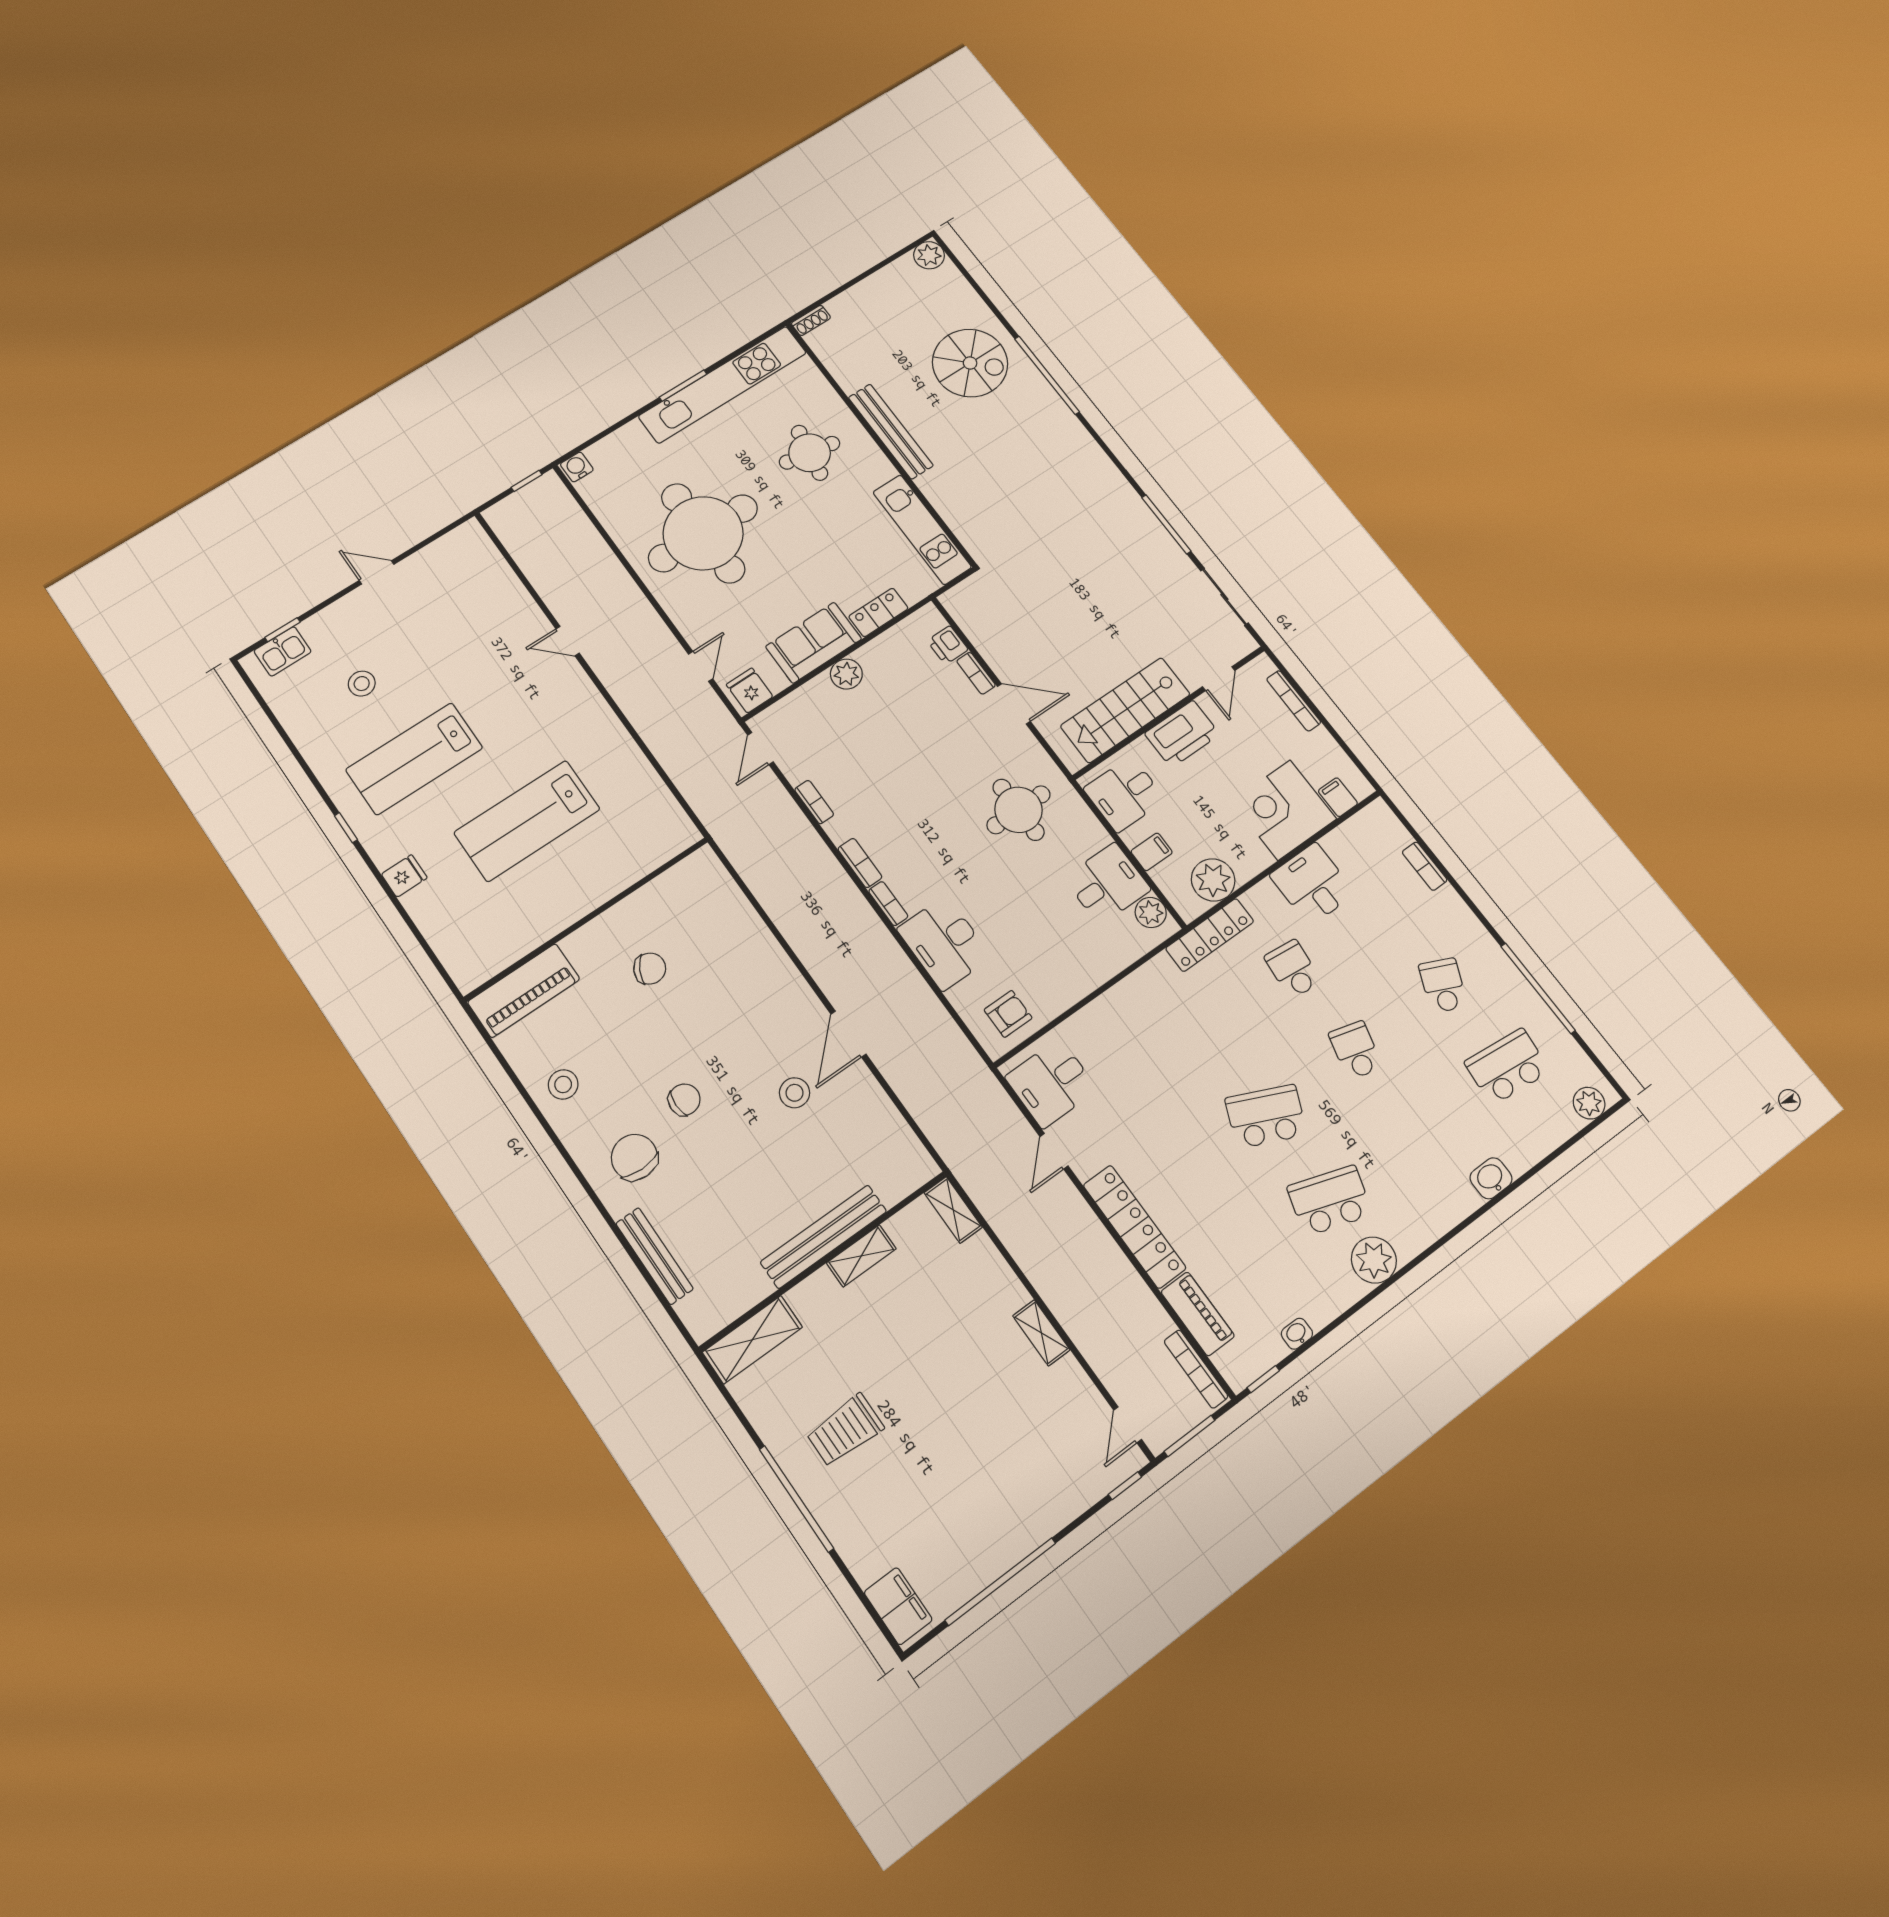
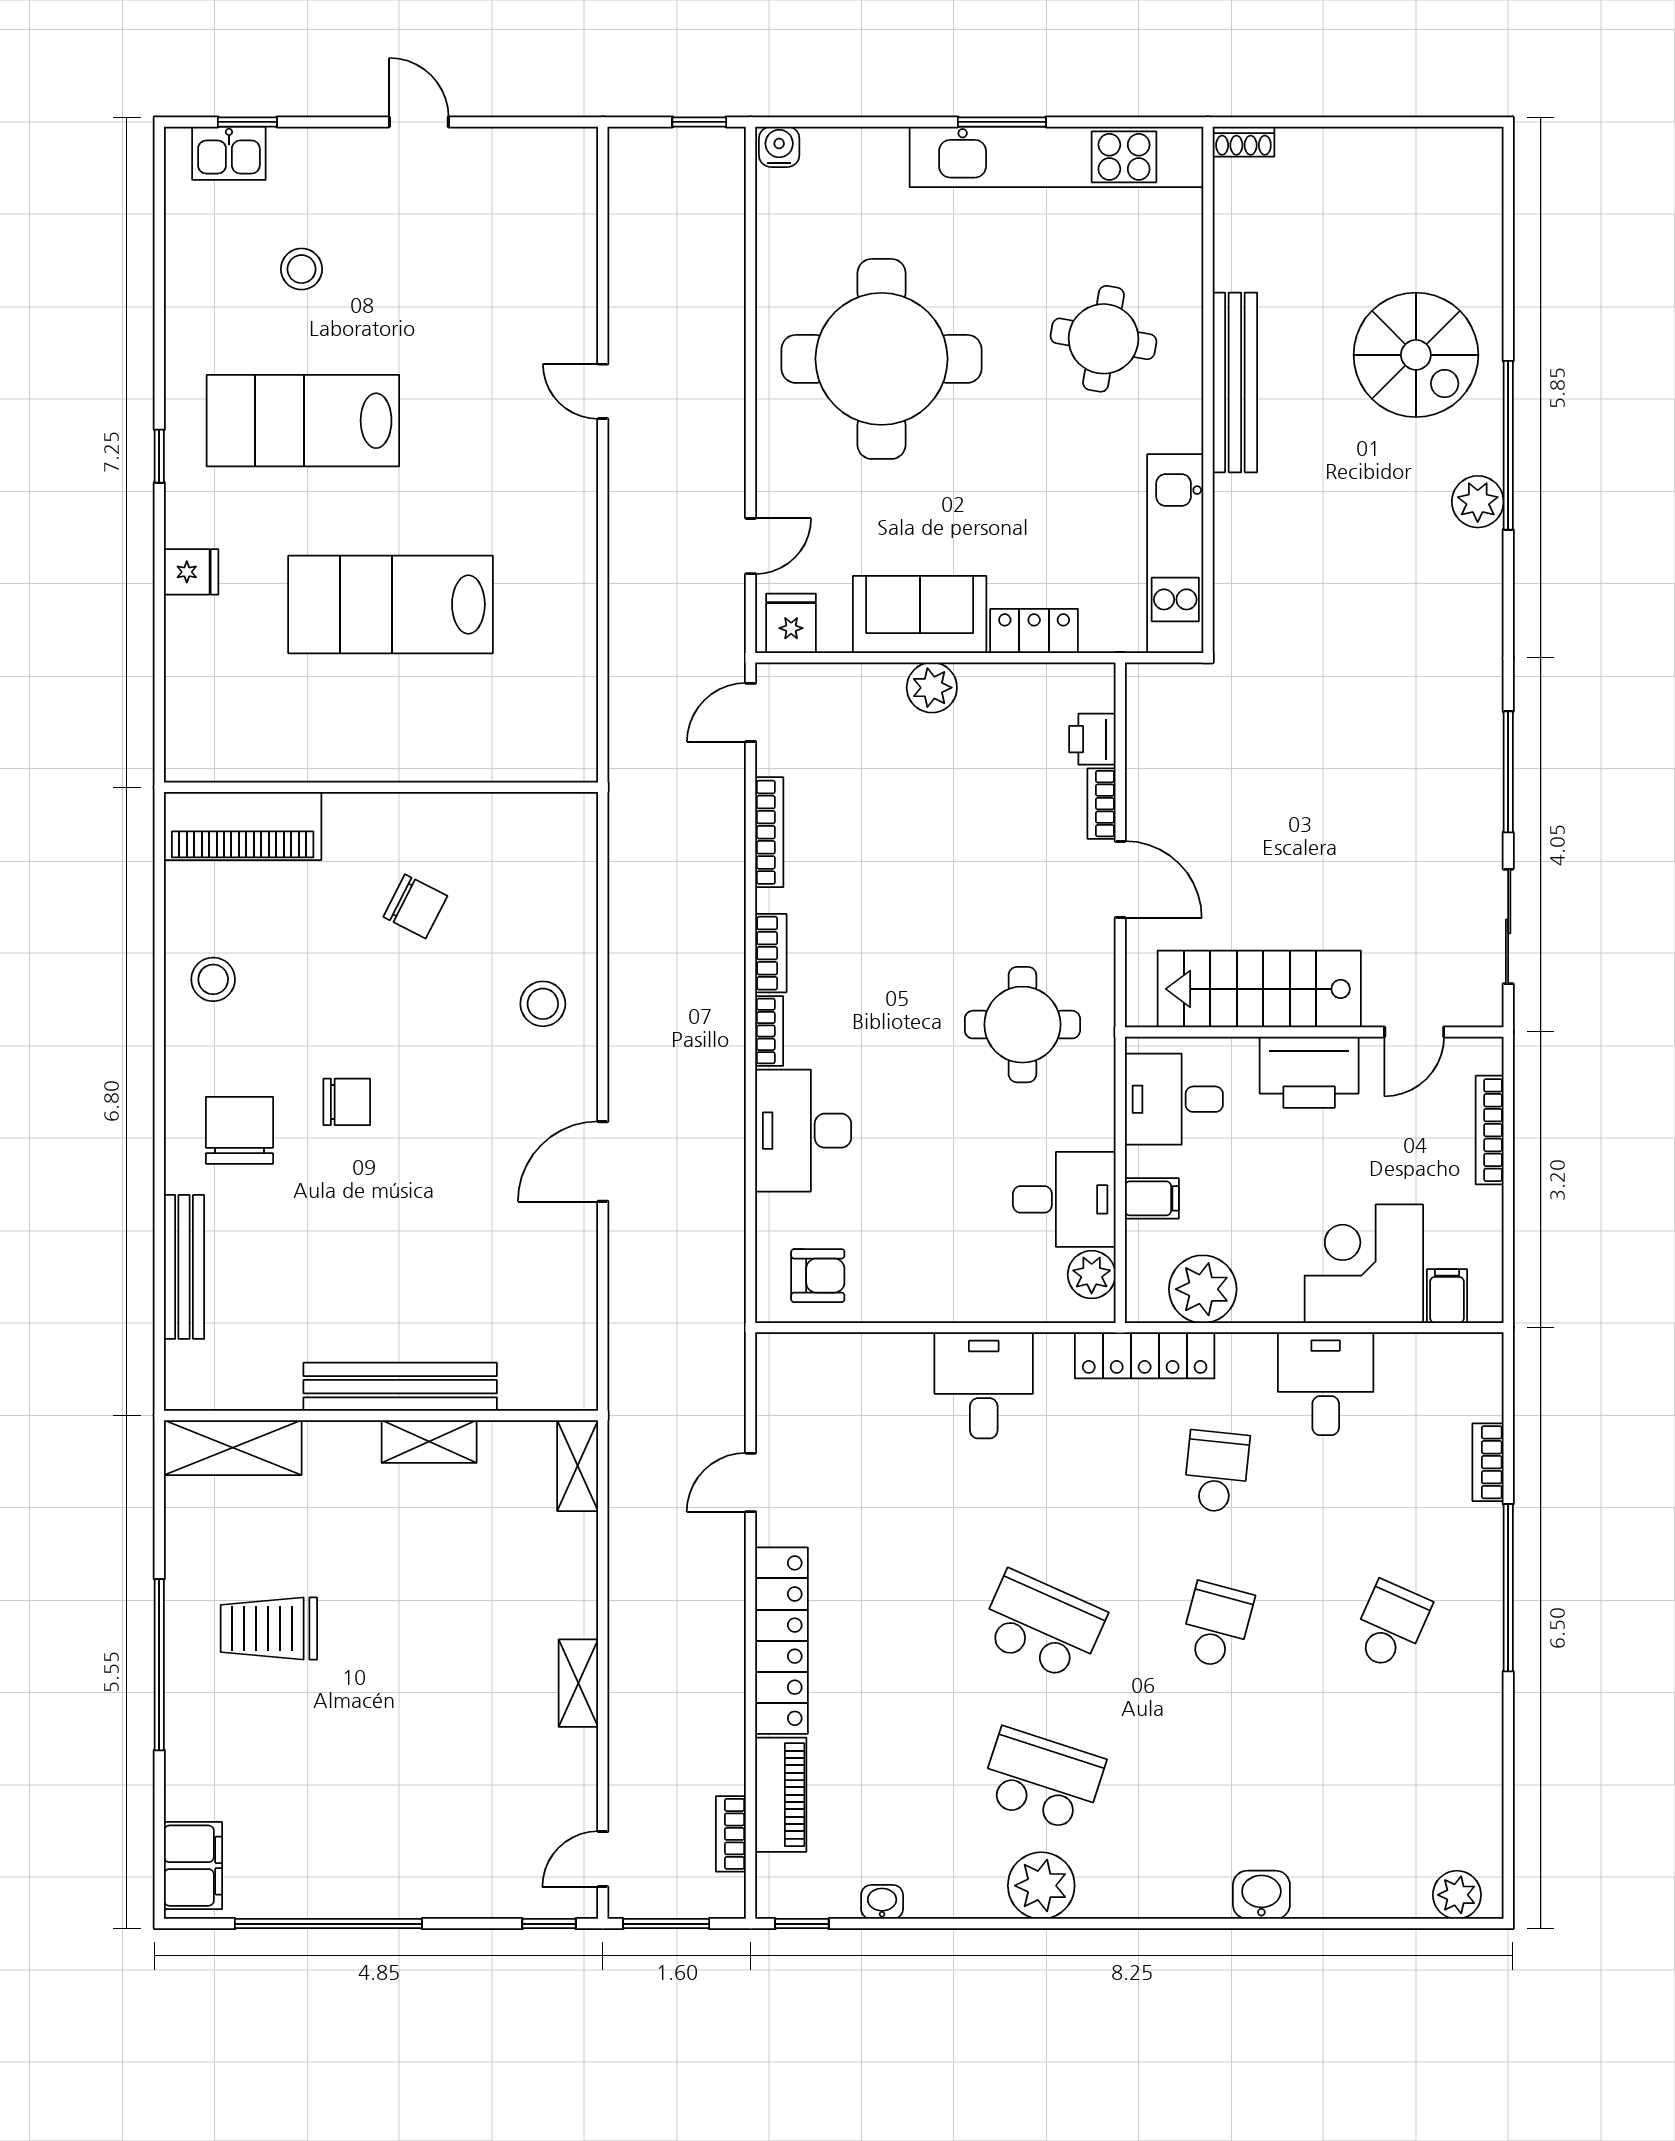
plant: (929, 255) -> (1478, 502), moved
bookcase: (814, 802) -> (769, 832), width x1.56
window: (1538, 988) -> (1508, 1588), moved
school desk: (1507, 1067) -> (1391, 1780), removed
desk: (1051, 1083) -> (984, 1385), moved, turned 90
stool: (795, 1093) -> (543, 1004), moved
bookcase: (1196, 1369) -> (731, 1834), width x0.64

